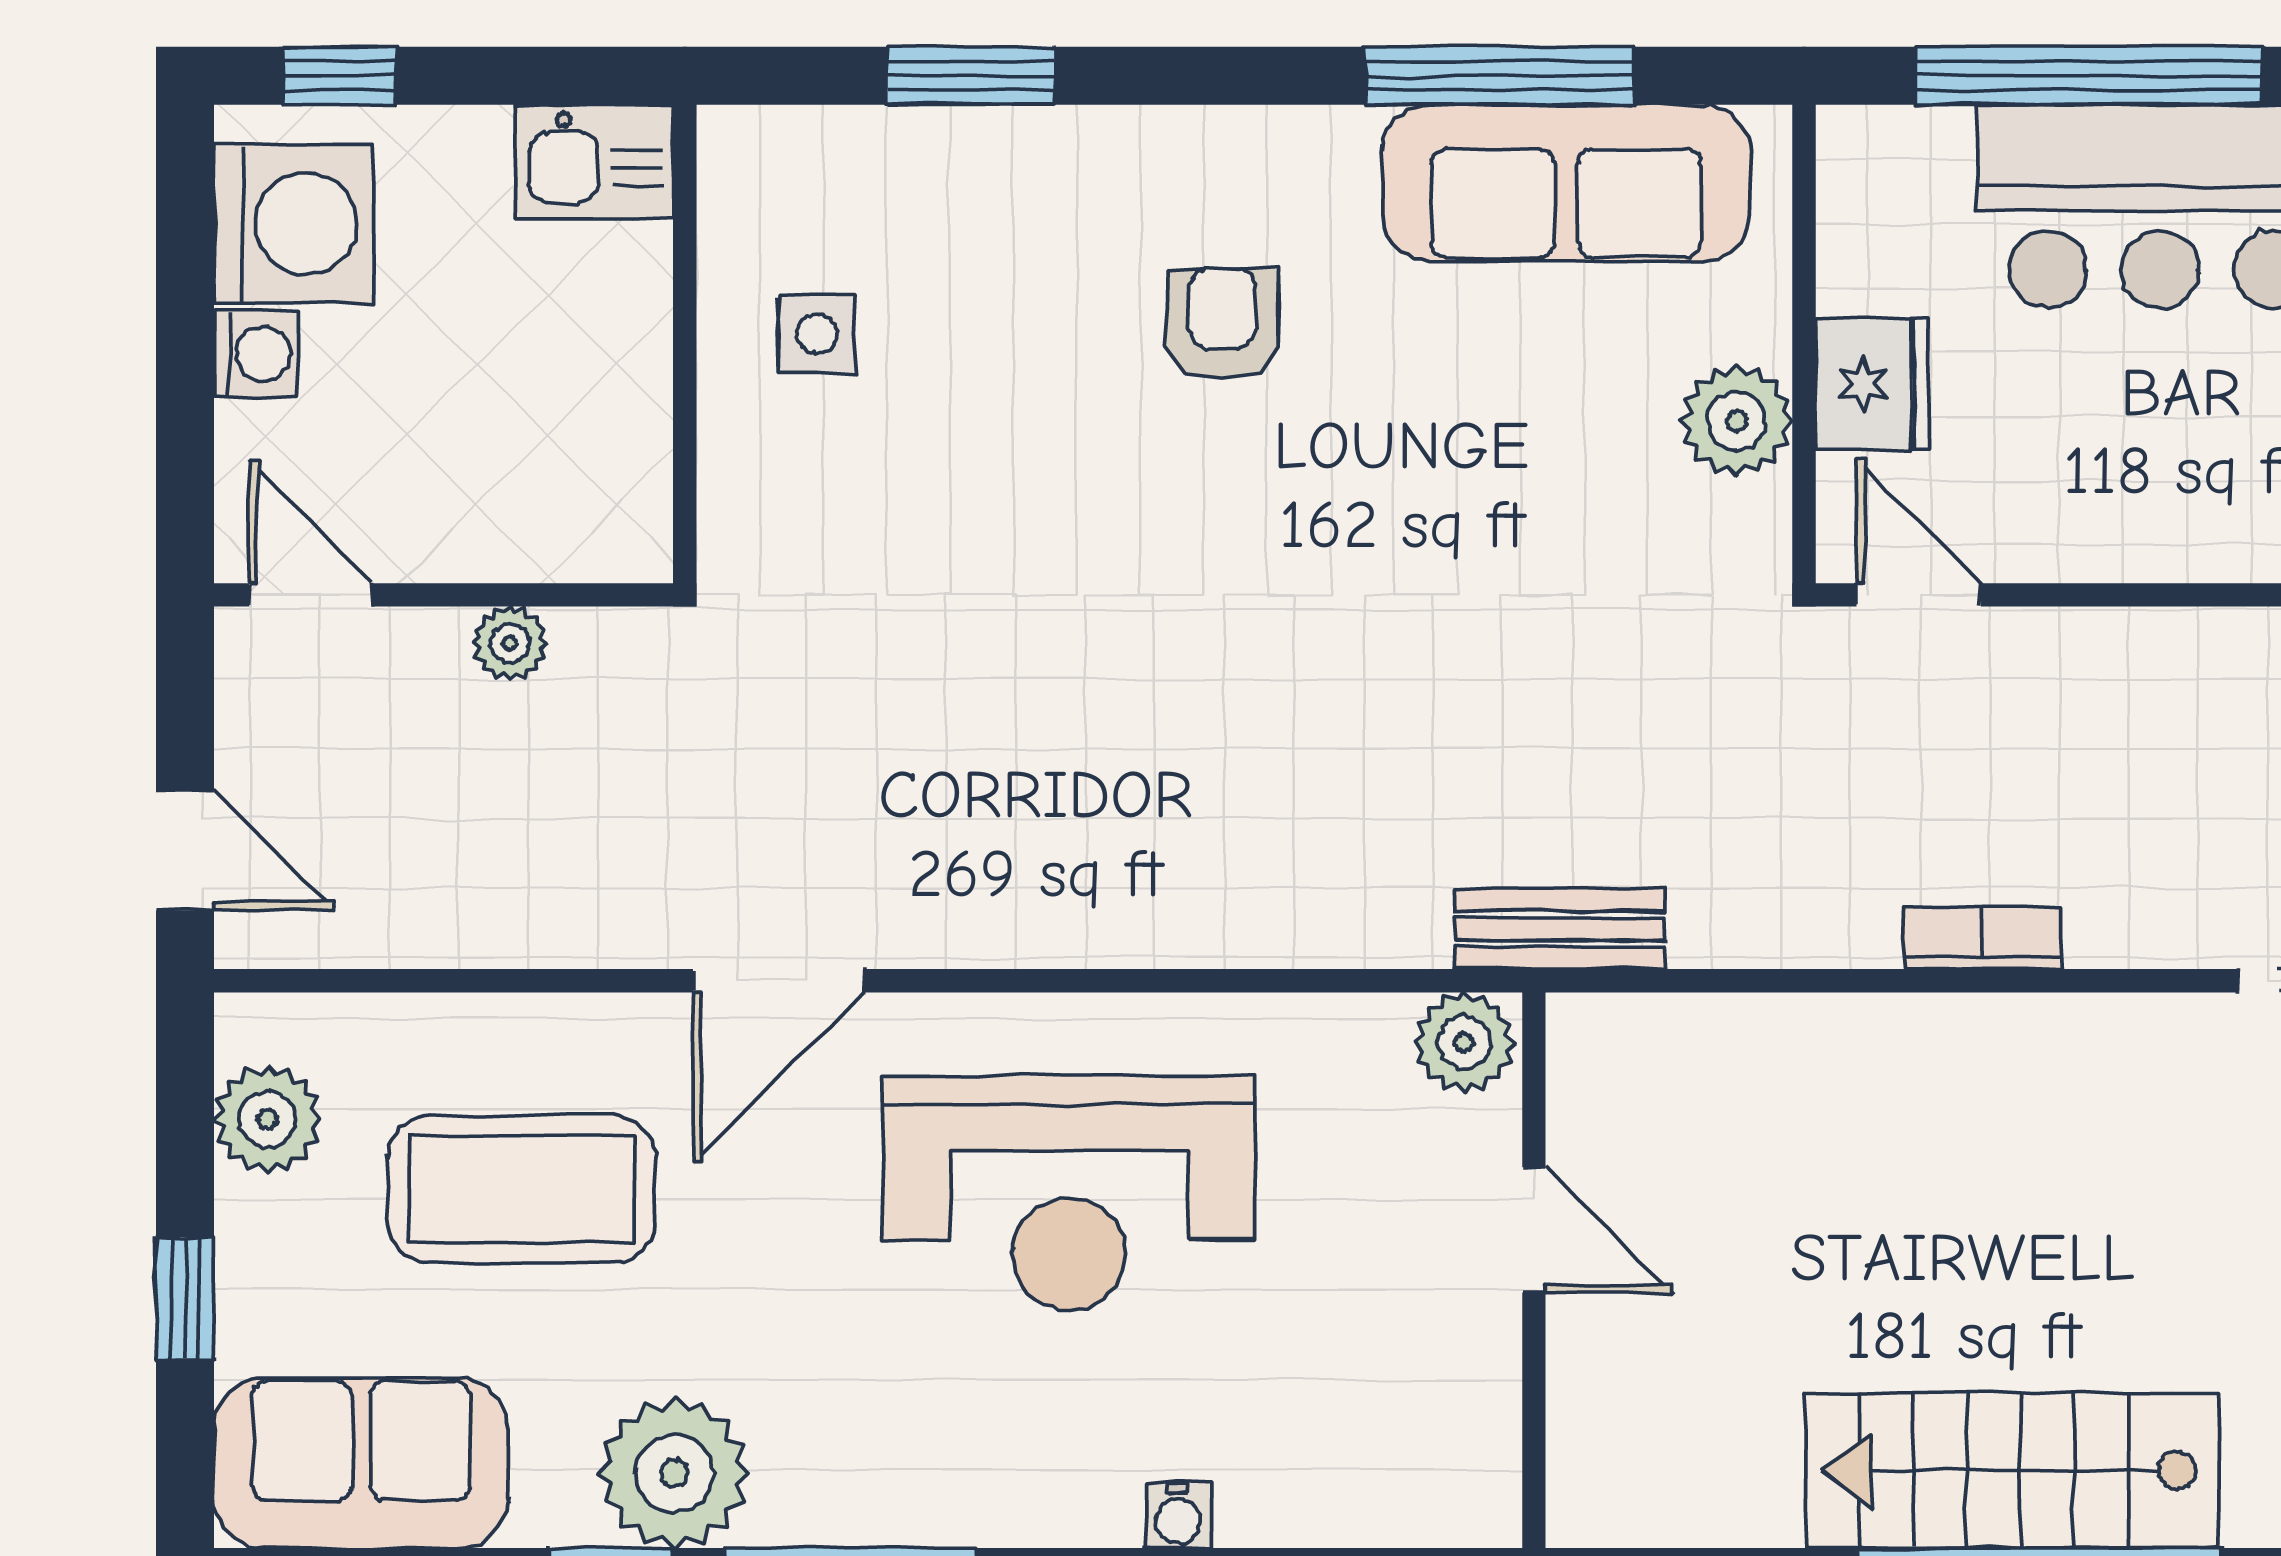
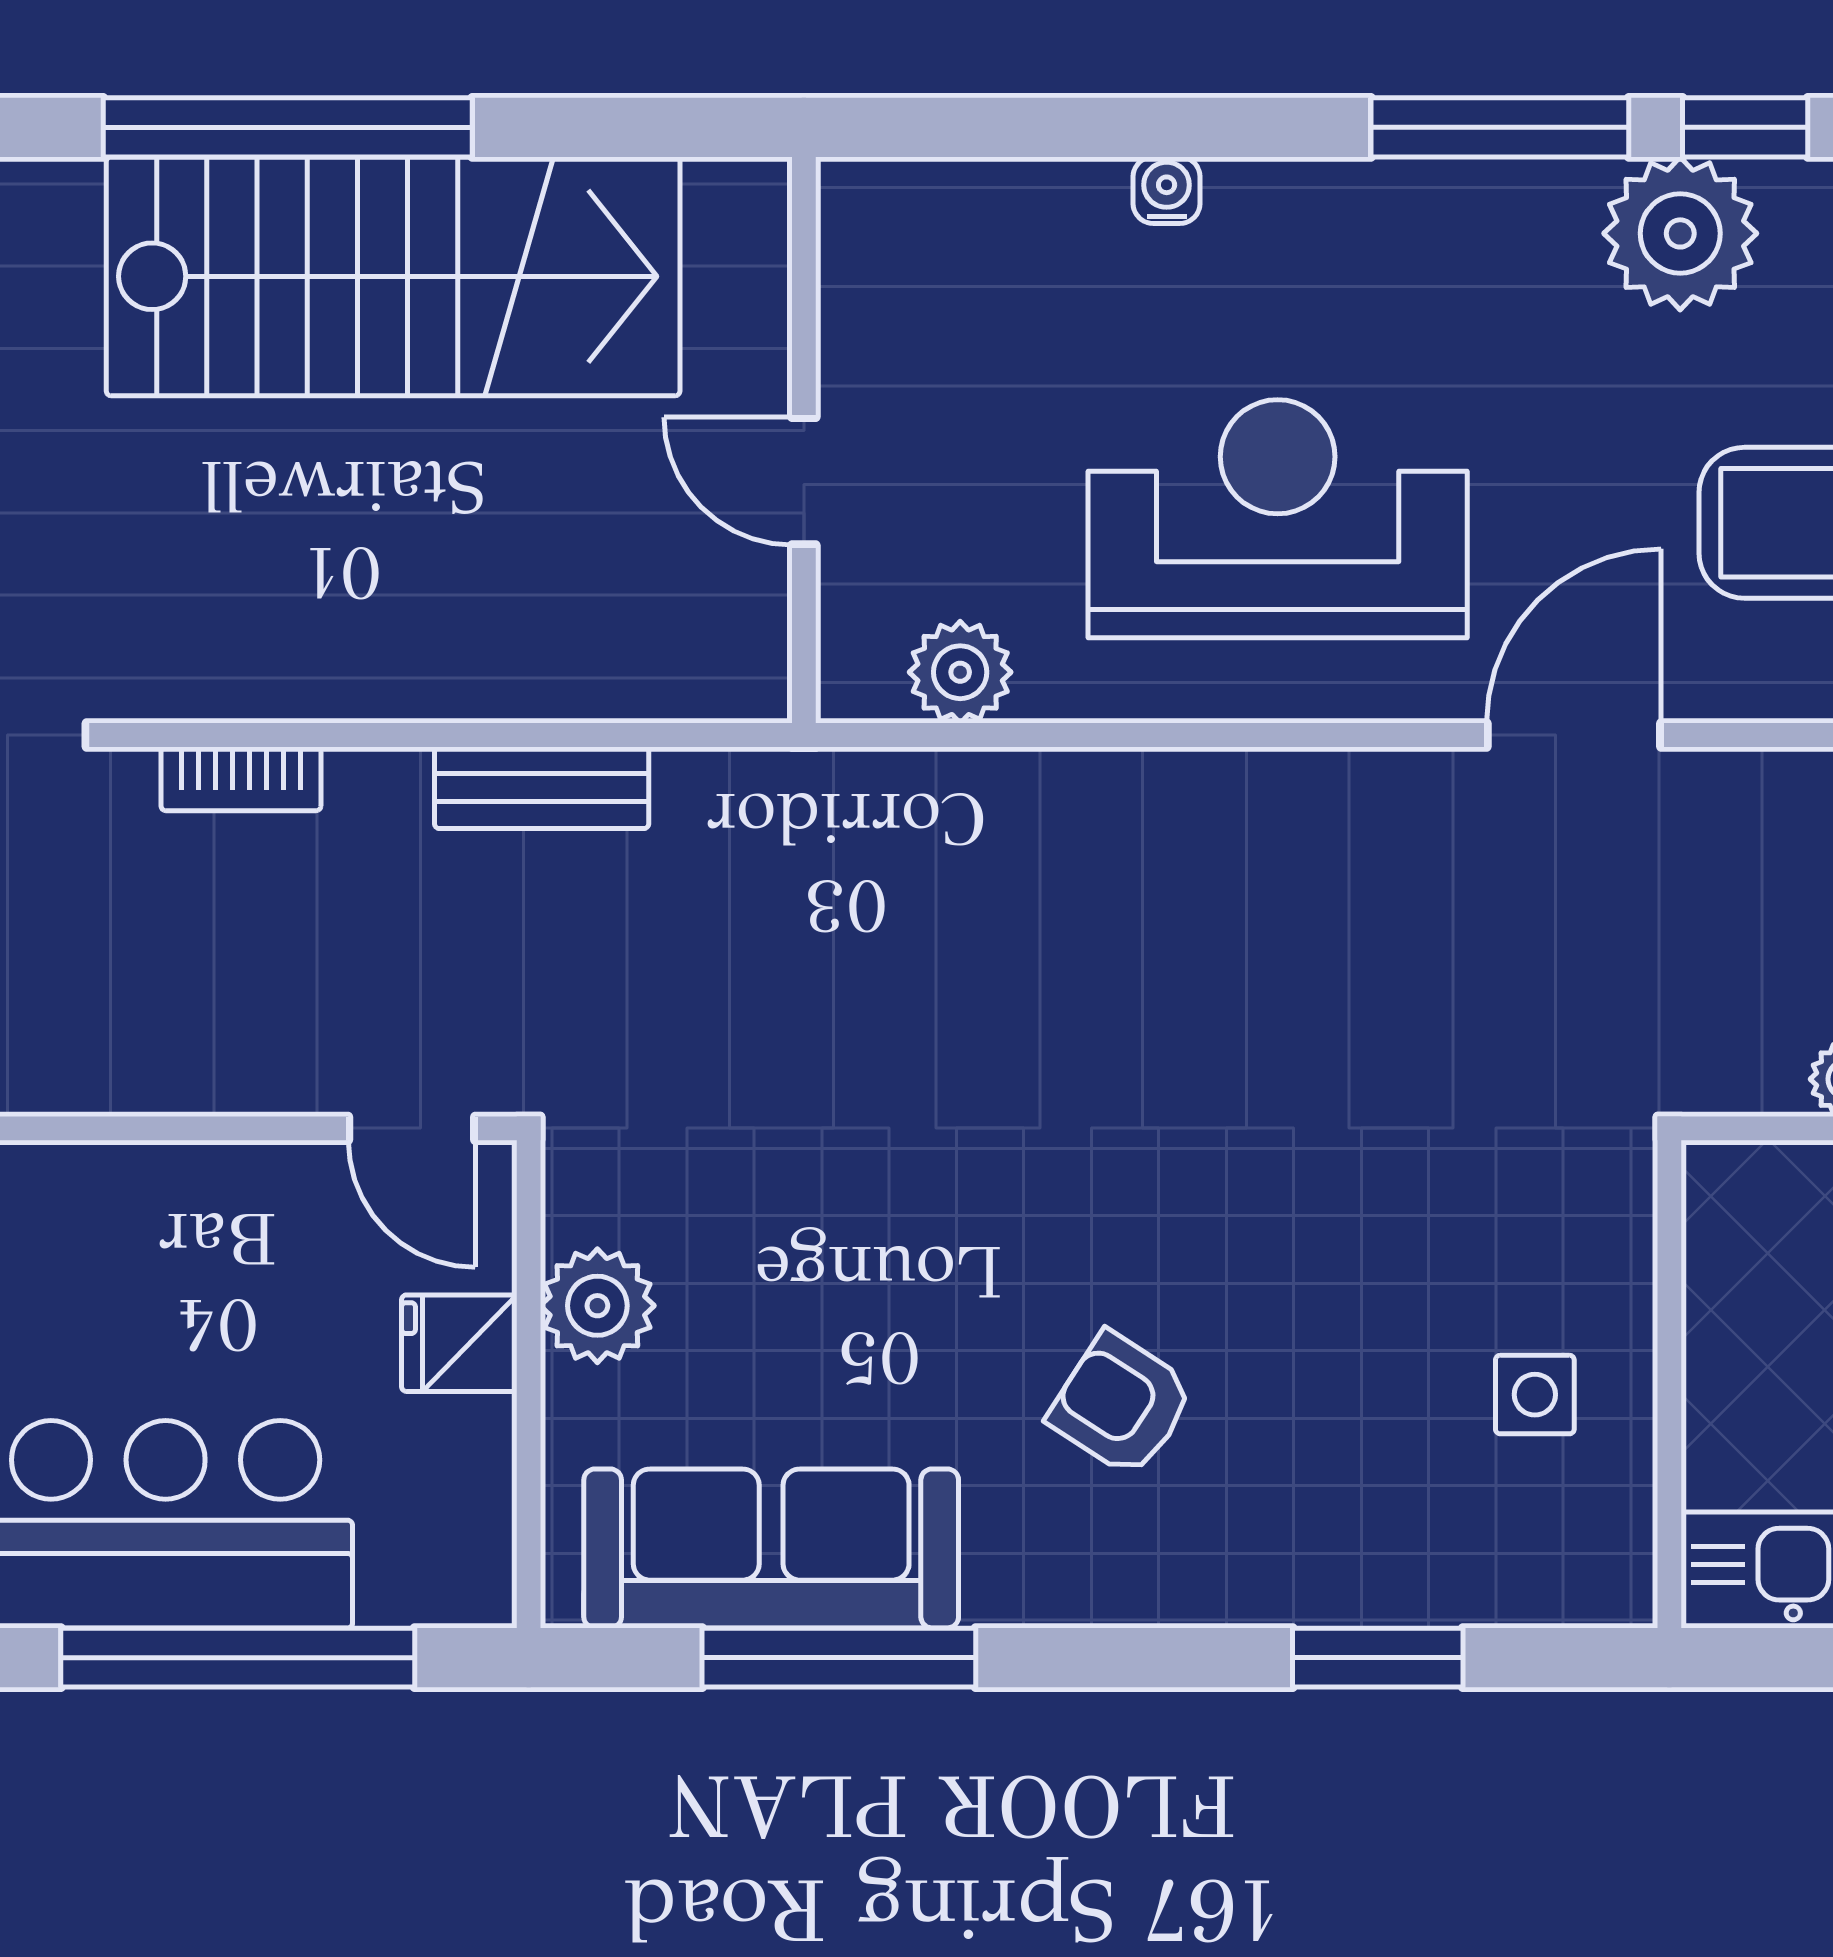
armchair: (1223, 324) -> (1121, 1404), turned 123
fridge: (1872, 384) -> (459, 1343), width x0.72
bench: (1560, 929) -> (542, 788), moved
bookcase: (1982, 938) -> (241, 779), moved
plant: (1464, 1042) -> (960, 672), moved
stairs: (2012, 1470) -> (393, 276), width x1.36, depth x1.51

